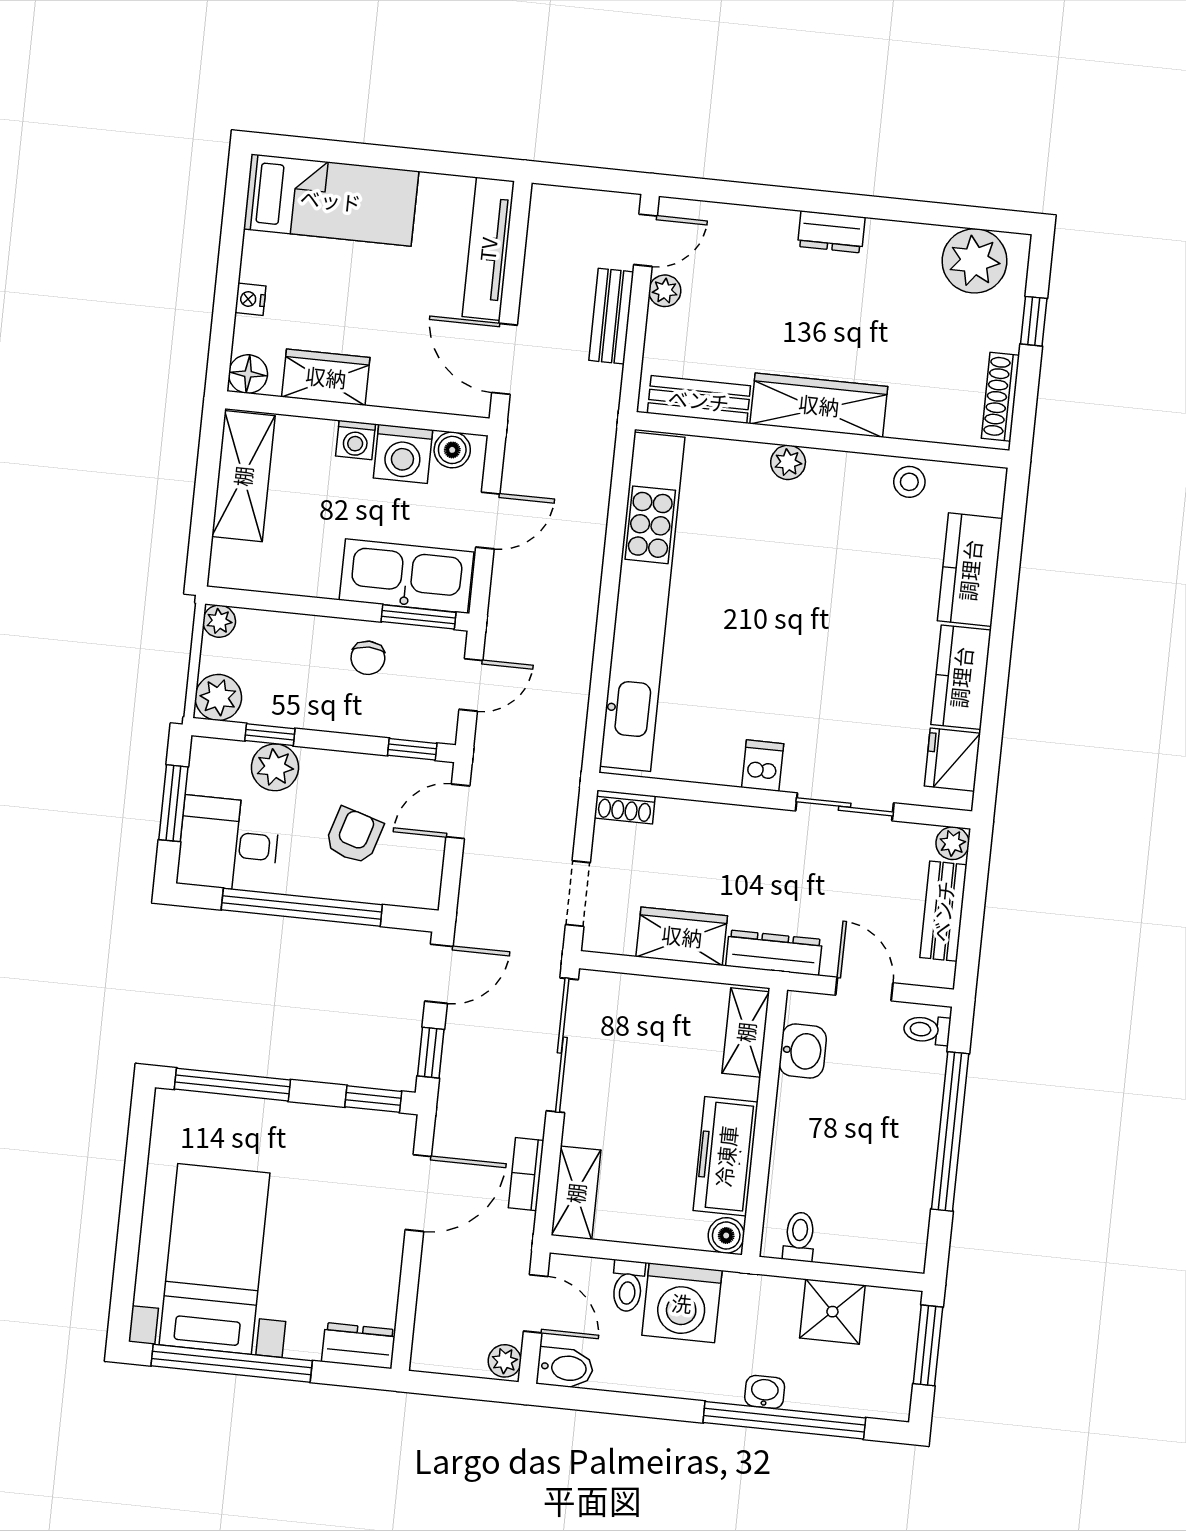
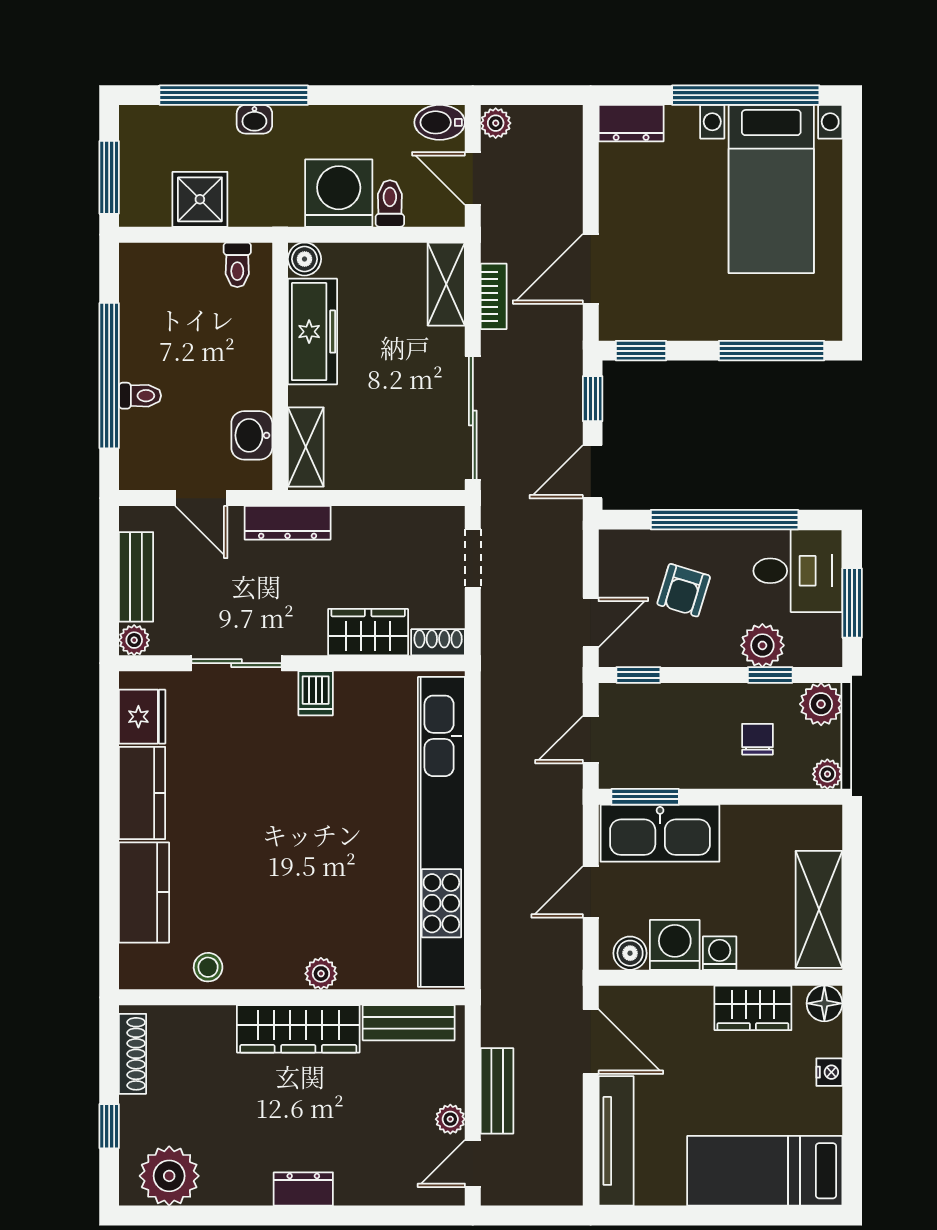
chair: (368, 658) -> (758, 739), moved
wardrobe: (682, 936) -> (368, 632), moved, turned 180
toilet: (927, 1030) -> (140, 396), moved

